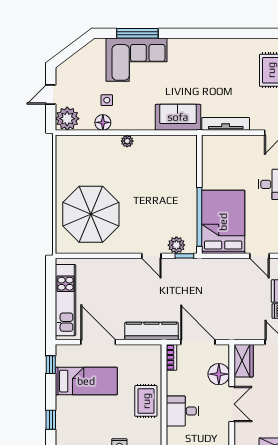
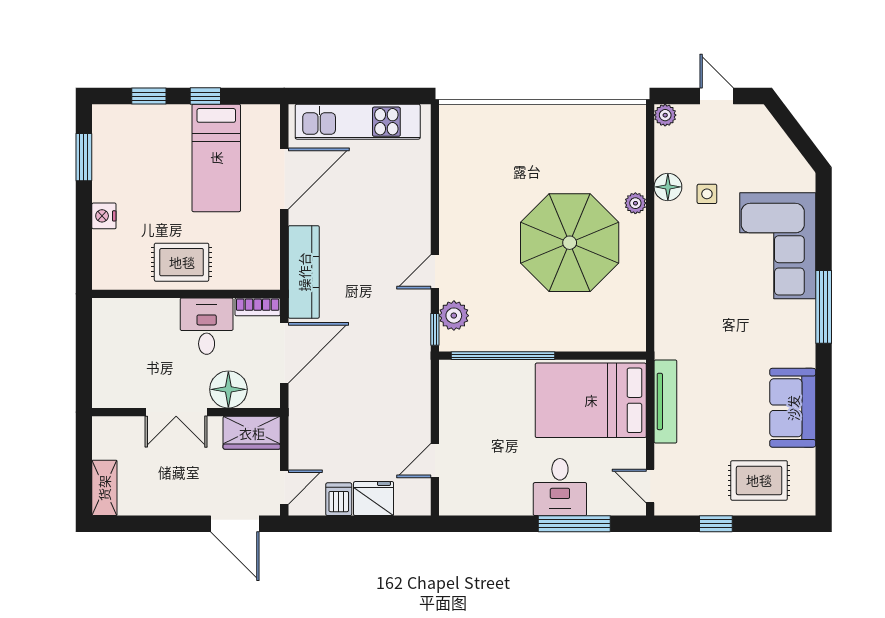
window: (137, 33) -> (824, 307), moved
sofa: (178, 117) -> (793, 408), moved, turned 180
plant: (67, 119) -> (665, 115), width x0.53, depth x0.53
plant: (127, 141) -> (635, 203), moved
parasol: (91, 214) -> (570, 243), moved
bed: (223, 222) -> (591, 400), moved, turned 180
window: (51, 365) -> (205, 96), moved
desk: (183, 411) -> (207, 326), moved

